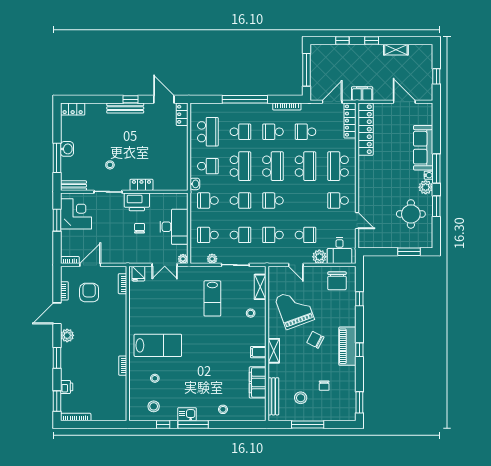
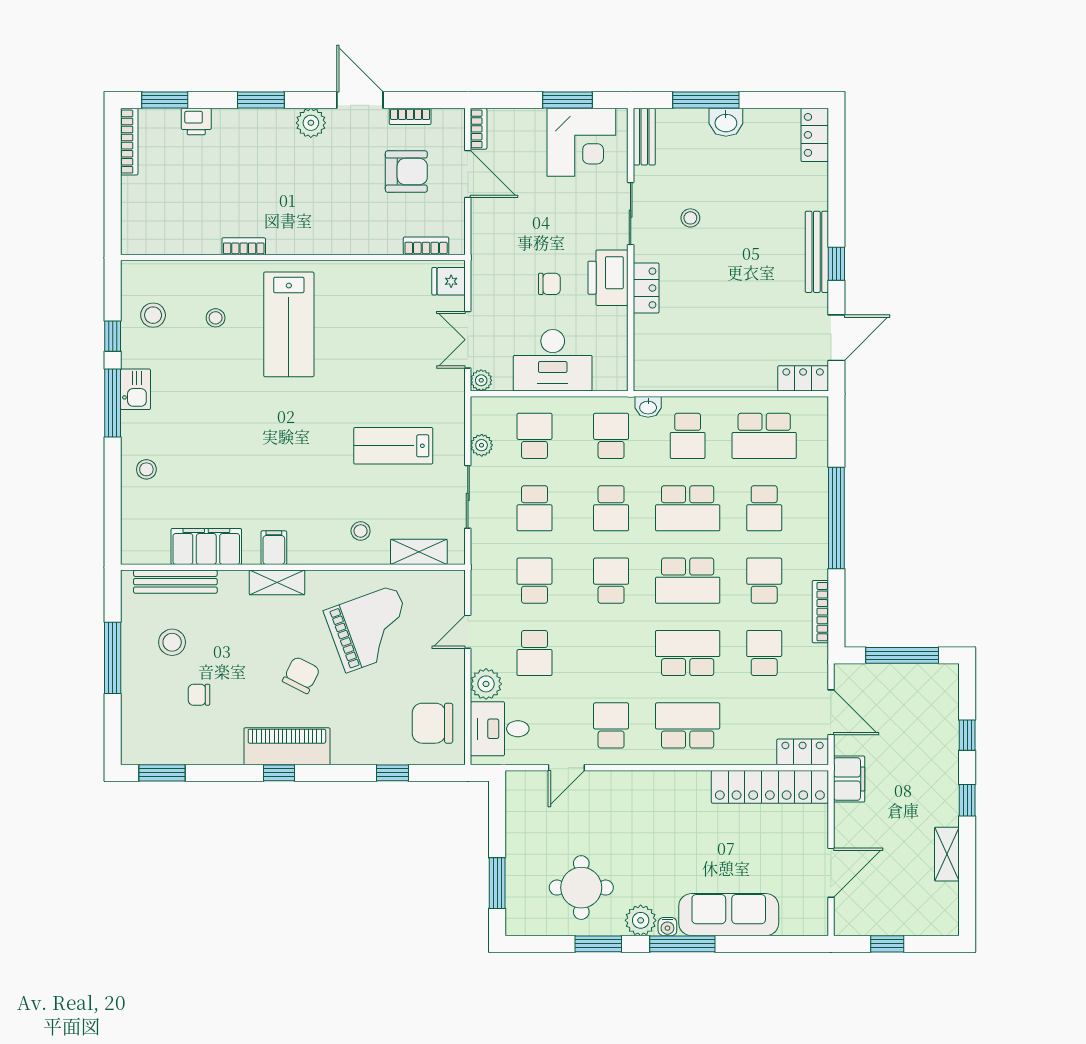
locker: (350, 121) -> (803, 752), width x0.66
school desk: (305, 166) -> (688, 653), turned 180

